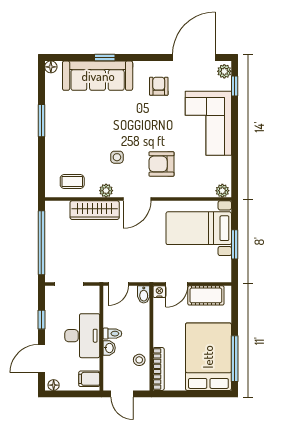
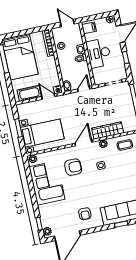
corner sofa: (208, 123) -> (47, 183), moved
door: (177, 284) -> (48, 97), hinge flipped

